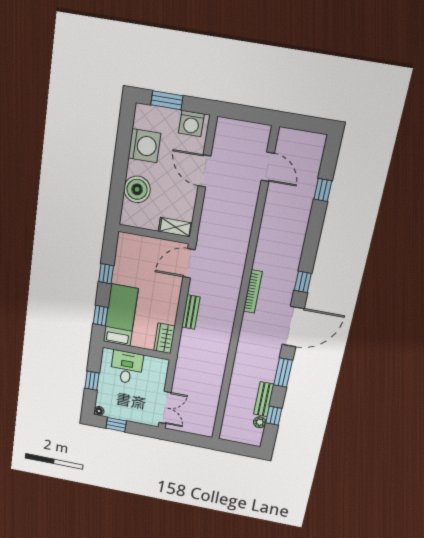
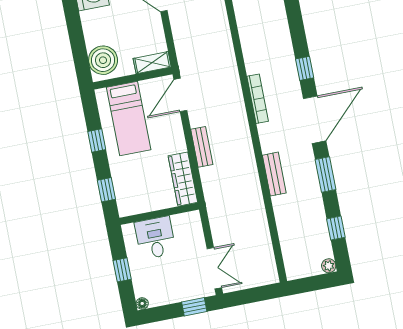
boiler: (137, 189) -> (103, 60), moved
bed: (121, 315) -> (129, 118), moved, turned 180
wardrobe: (164, 338) -> (183, 179), width x1.50
bench: (264, 399) -> (274, 174), moved
plant: (260, 422) -> (329, 266), moved
window: (116, 425) -> (194, 307), moved

